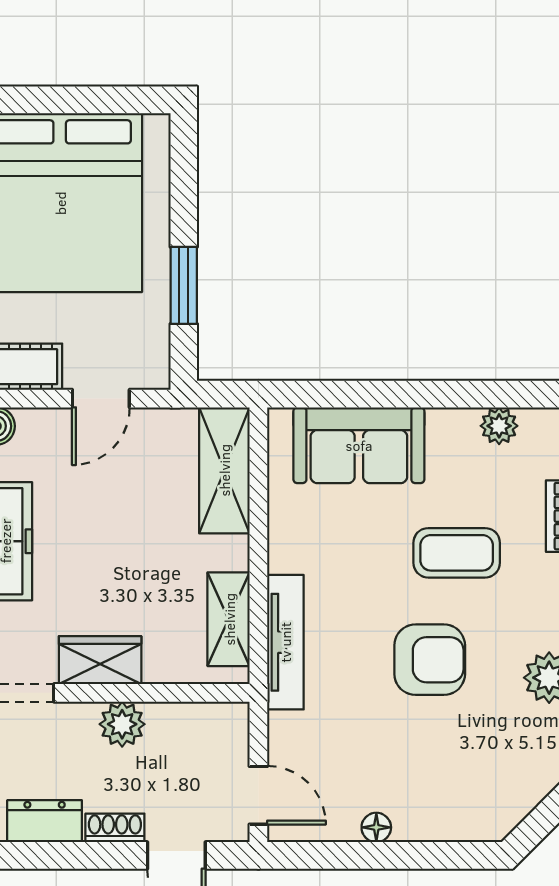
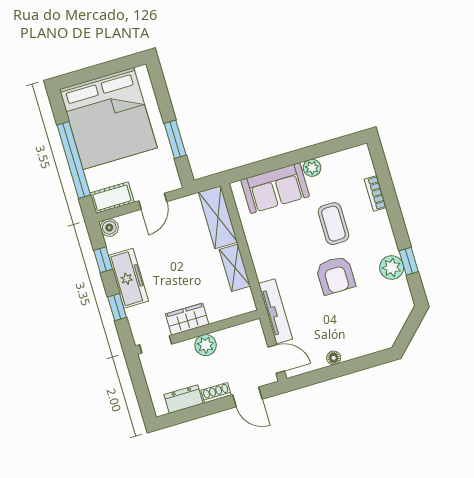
plant: (499, 426) -> (312, 168), moved
coffee table: (457, 553) -> (333, 224), turned 90
shelving: (229, 619) -> (235, 268), moved
tv unit: (285, 642) -> (276, 311), moved
armchair: (430, 660) -> (335, 275), turned 90

